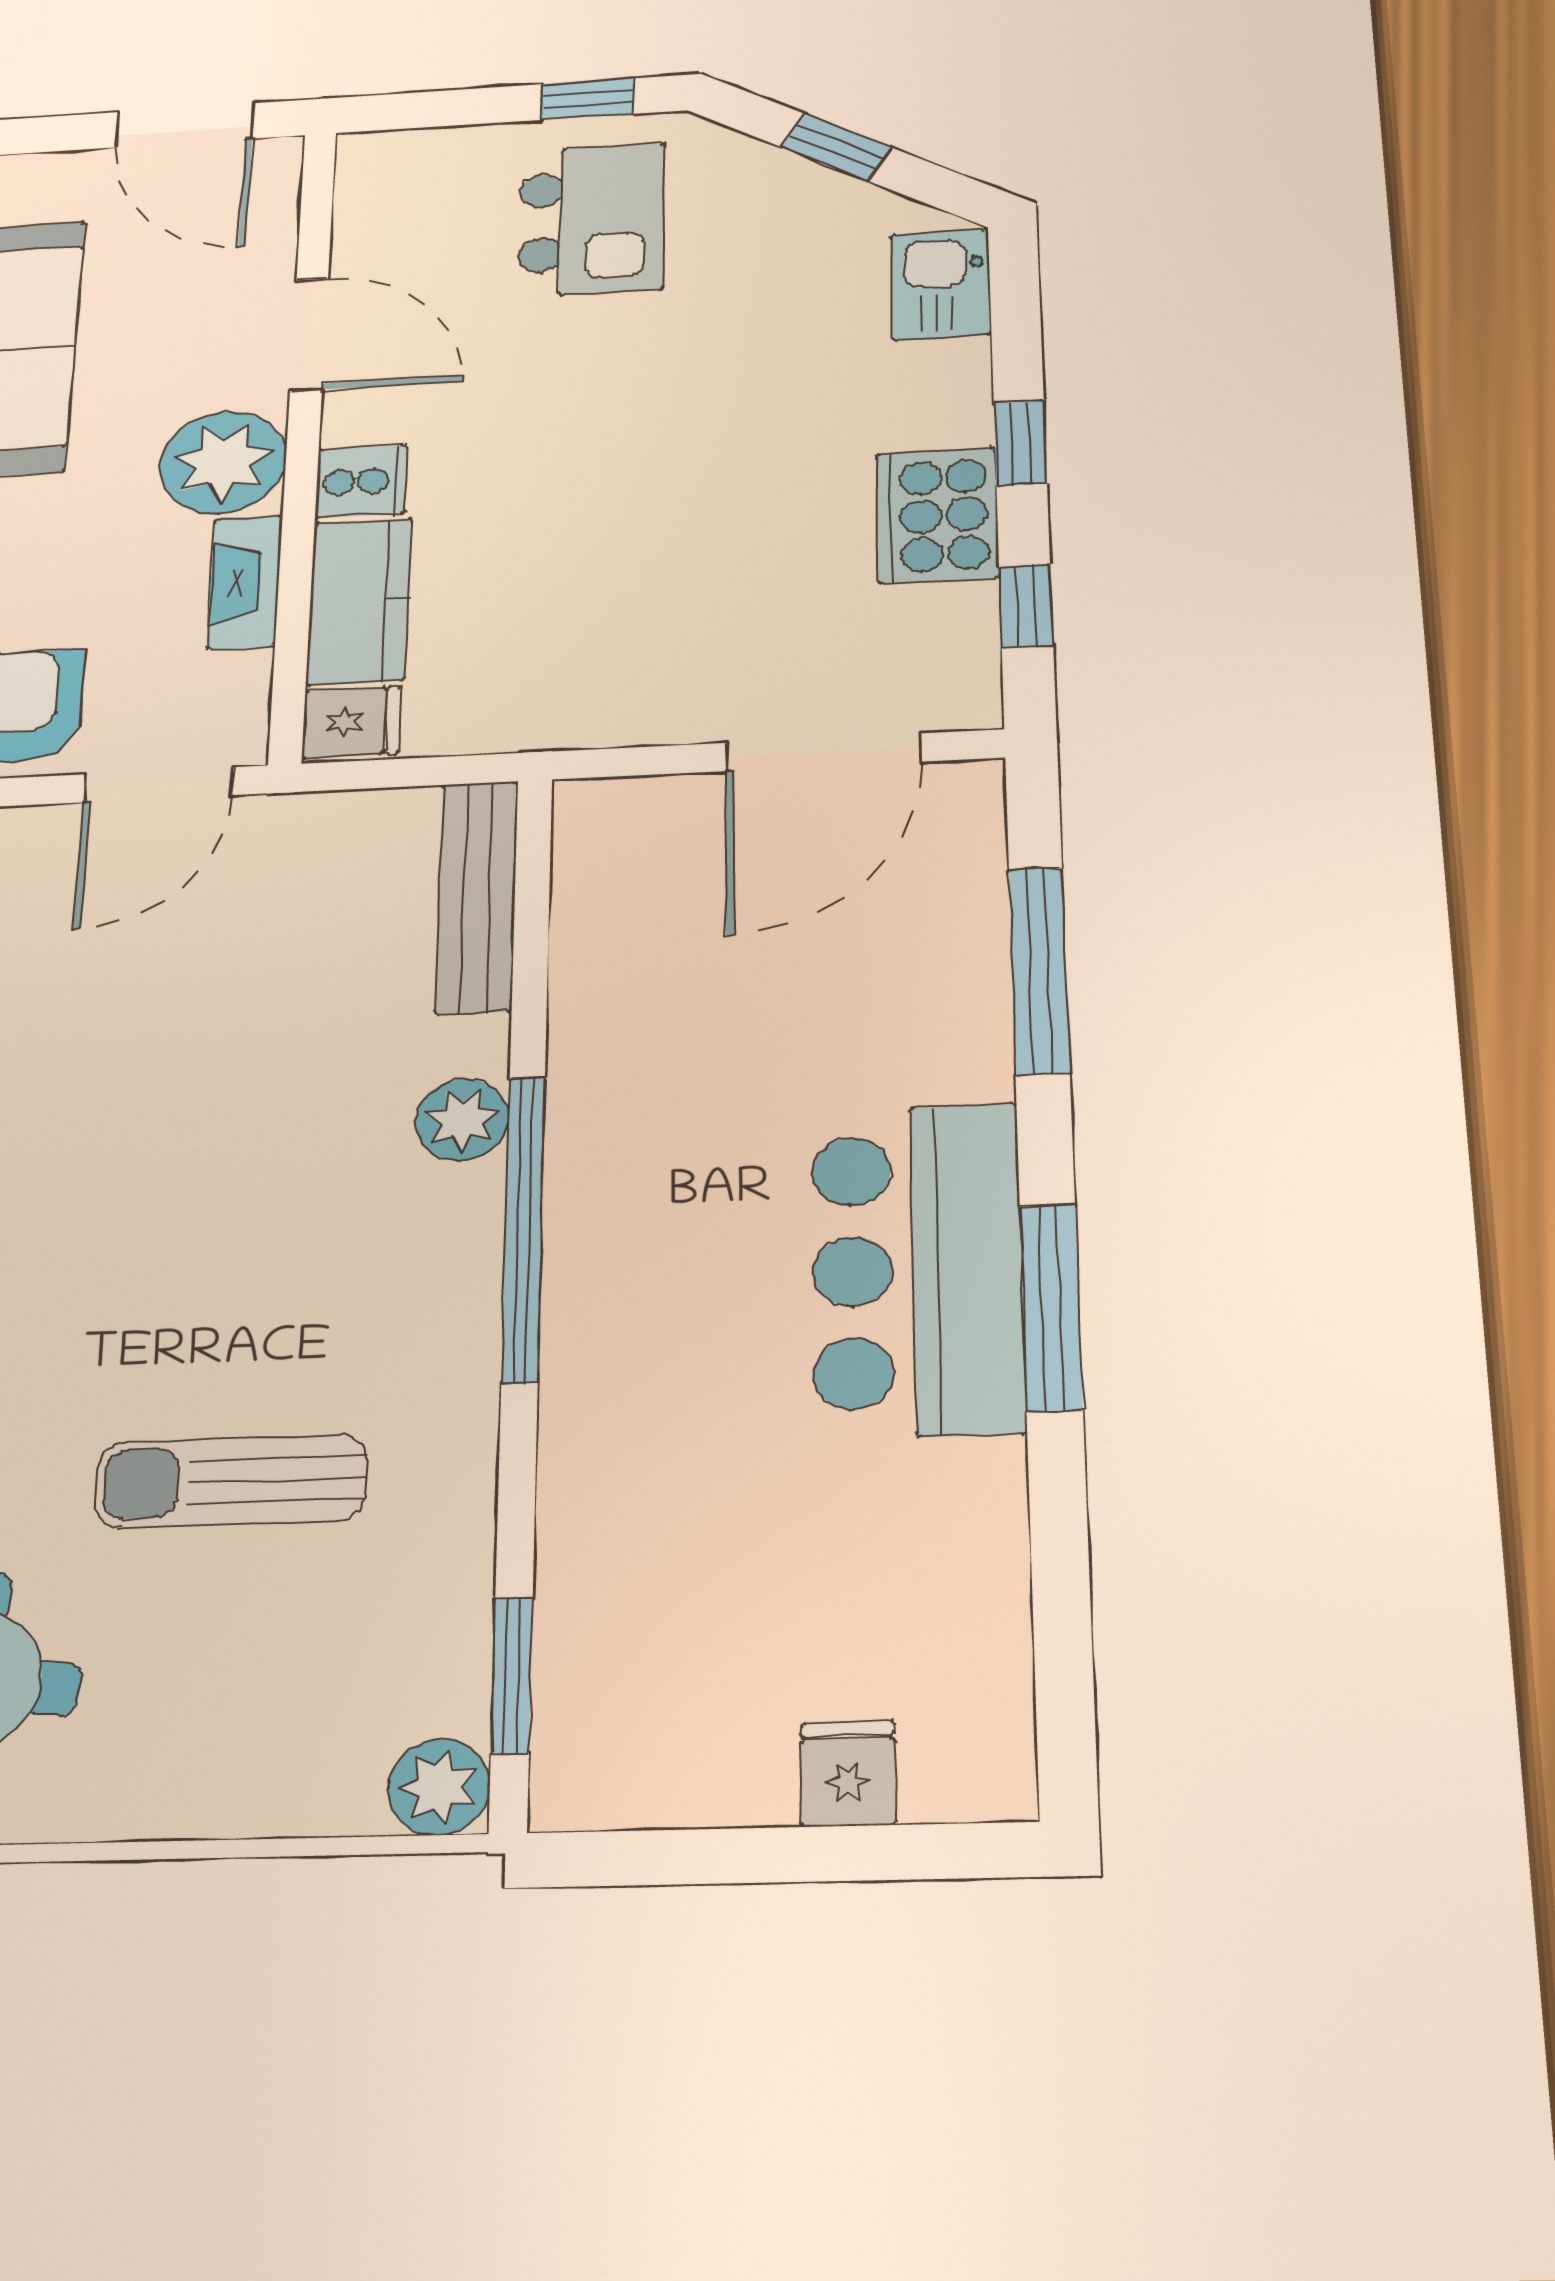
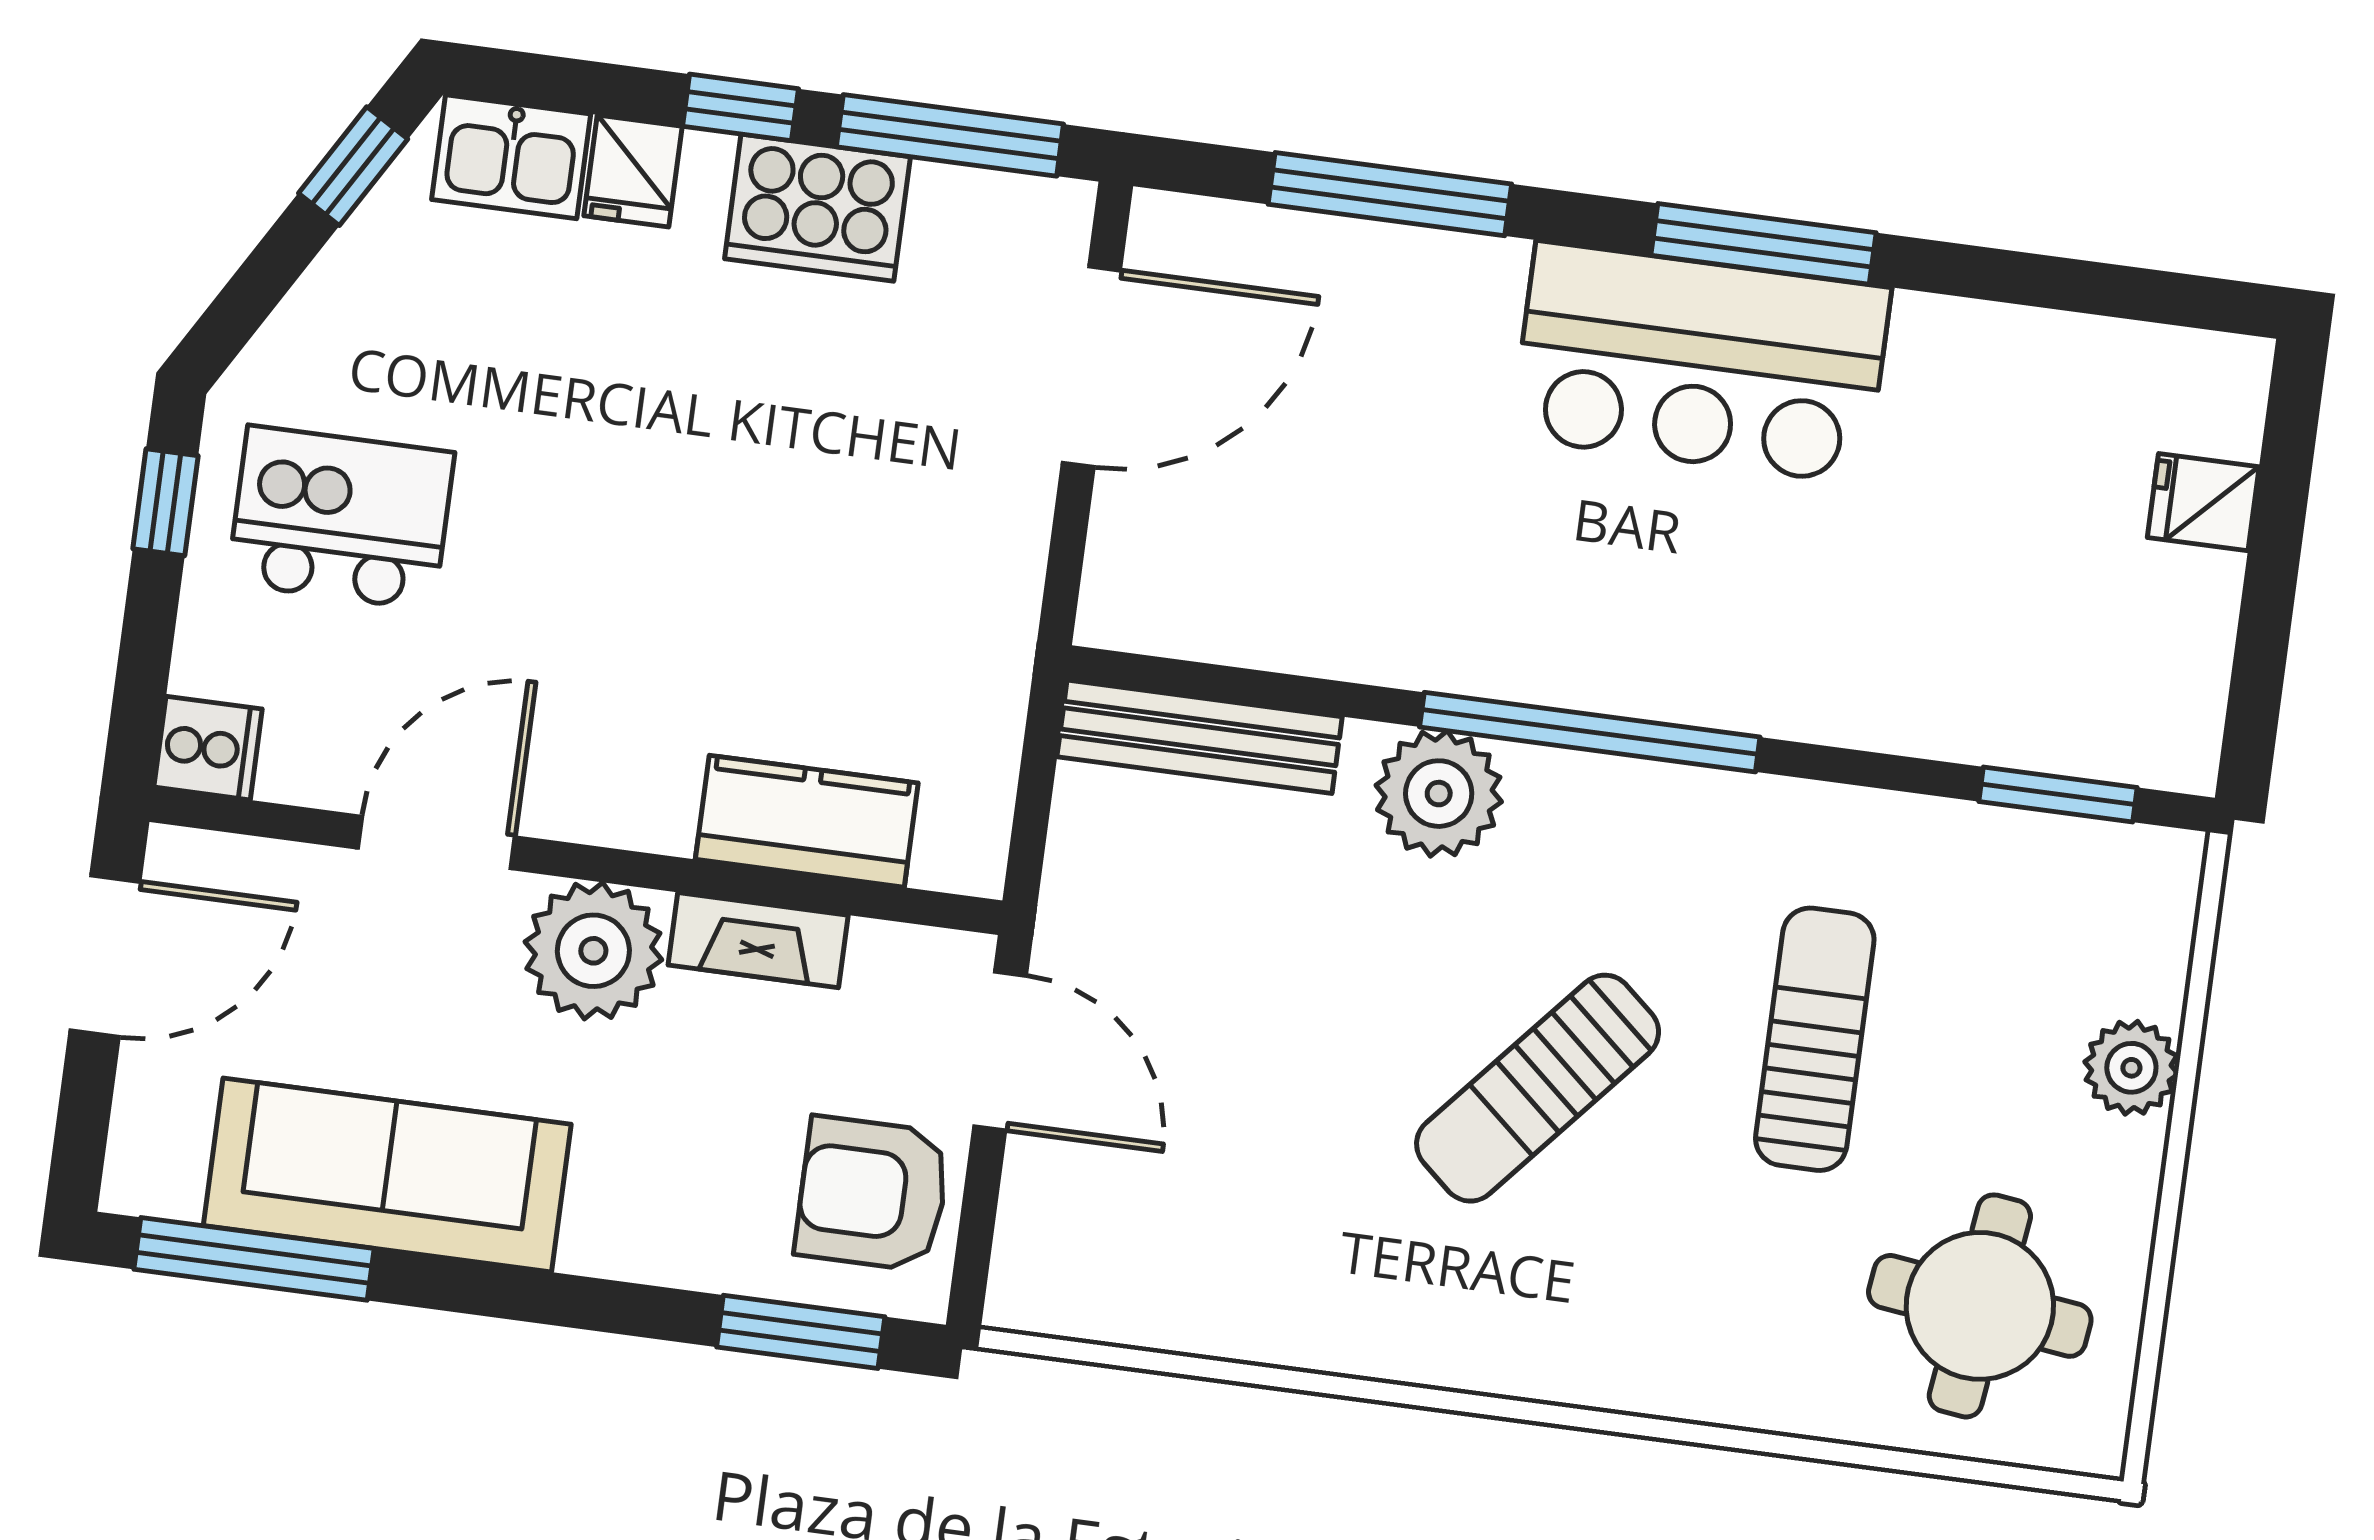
window: (836, 147) -> (353, 166), moved
cooker: (361, 481) -> (208, 748), moved, turned 90
window: (1026, 606) -> (950, 135), width x2.17
fridge: (352, 722) -> (633, 171), moved, turned 180
door: (824, 752) -> (1091, 367), hinge flipped
plant: (462, 1120) -> (1439, 794), width x1.36, depth x1.36
sun lounger: (160, 1237) -> (1538, 1088), added
sun lounger: (231, 1481) -> (1815, 1039), turned 180
plant: (439, 1787) -> (2131, 1068), moved

